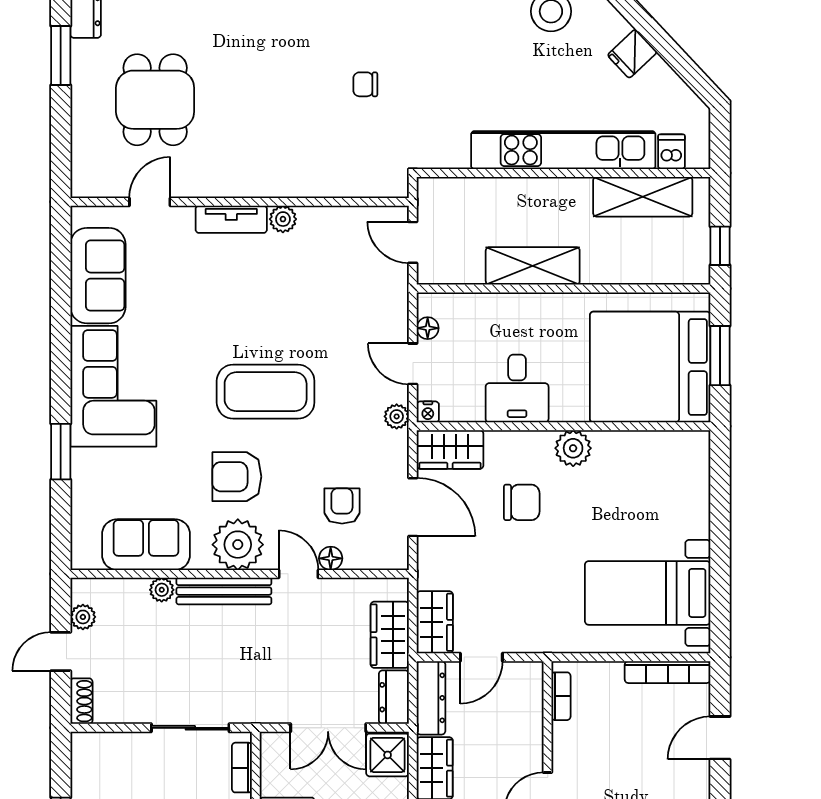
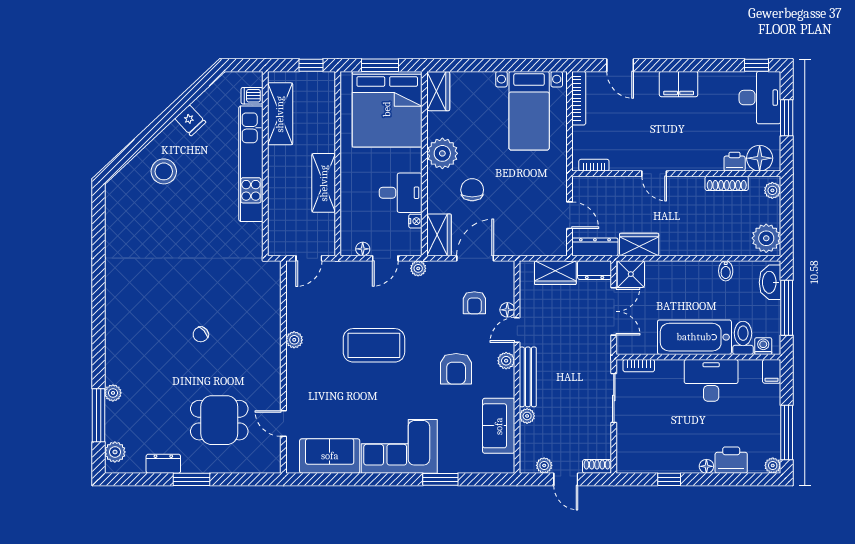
chair: (365, 84) -> (201, 334), moved, turned 49
tv unit: (231, 219) -> (294, 372), removed
coffee table: (266, 392) -> (374, 345), moved, turned 90
nightstand: (428, 412) -> (415, 221), moved
plant: (573, 448) -> (442, 153), width x1.36, depth x1.36
armchair: (342, 506) -> (474, 303), turned -90
plant: (238, 545) -> (506, 361), width x0.53, depth x0.53
wardrobe: (435, 622) -> (438, 91), moved, turned 90

